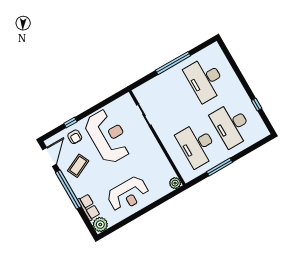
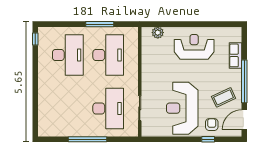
desk: (205, 80) -> (108, 108), moved
window: (257, 104) -> (35, 39), moved
plant: (175, 183) -> (158, 33), moved
plant: (100, 225) -> (234, 34), removed

